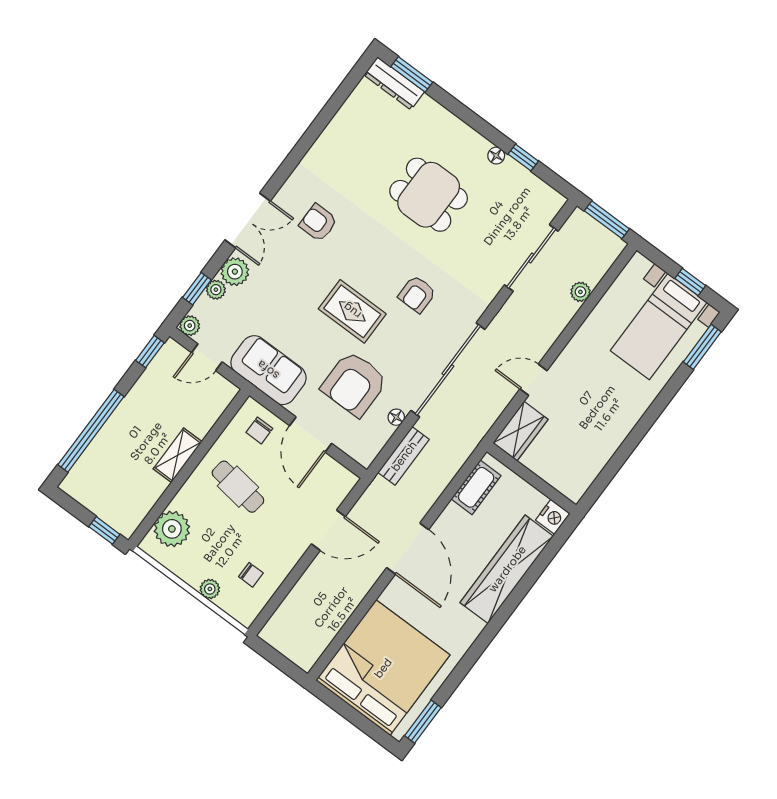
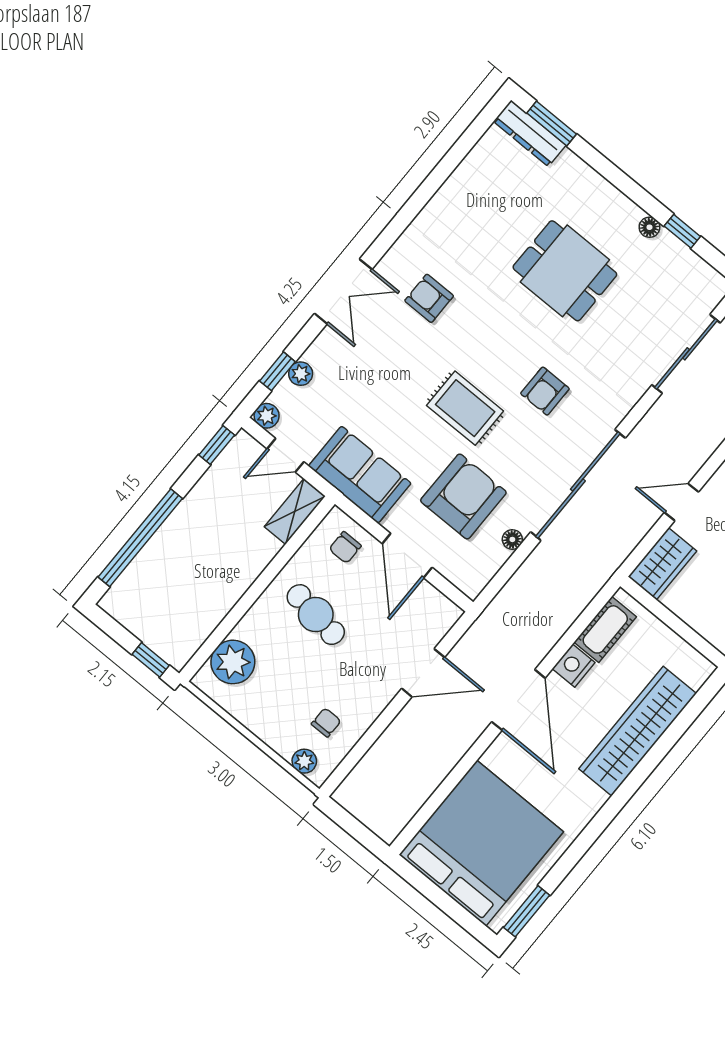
plant: (235, 272) -> (325, 353), removed
armchair: (354, 384) -> (463, 496), turned 180
shelving: (178, 455) -> (295, 511), moved
bench: (404, 456) -> (519, 587), removed
nightstand: (553, 517) -> (574, 666), moved, turned 180
chair: (251, 575) -> (326, 723), turned -90
plant: (210, 589) -> (304, 761), moved

